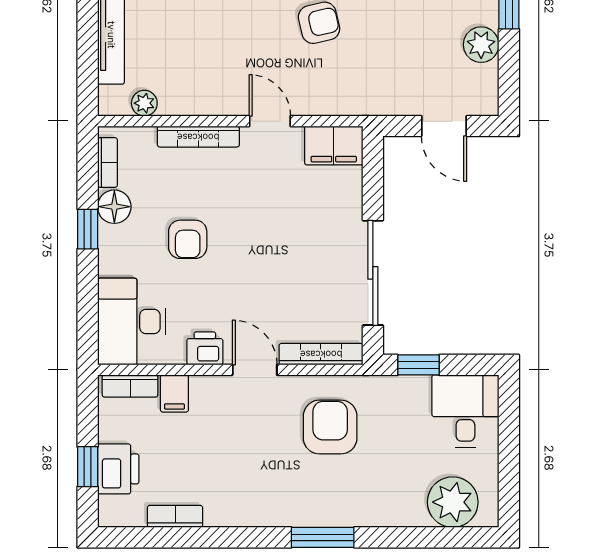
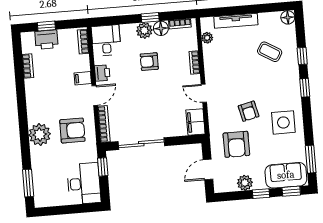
armchair: (392, 57) -> (236, 144), added
door: (270, 121) -> (204, 93), swing flipped
bookcase: (198, 137) -> (195, 63), width x0.64
plant: (116, 245) -> (144, 30), added
desk: (132, 322) -> (106, 40), width x0.73
filing cabinet: (174, 393) -> (83, 78), moved
desk: (465, 411) -> (84, 184), width x1.37
plant: (453, 502) -> (40, 135), moved
window: (323, 537) -> (28, 183), moved

